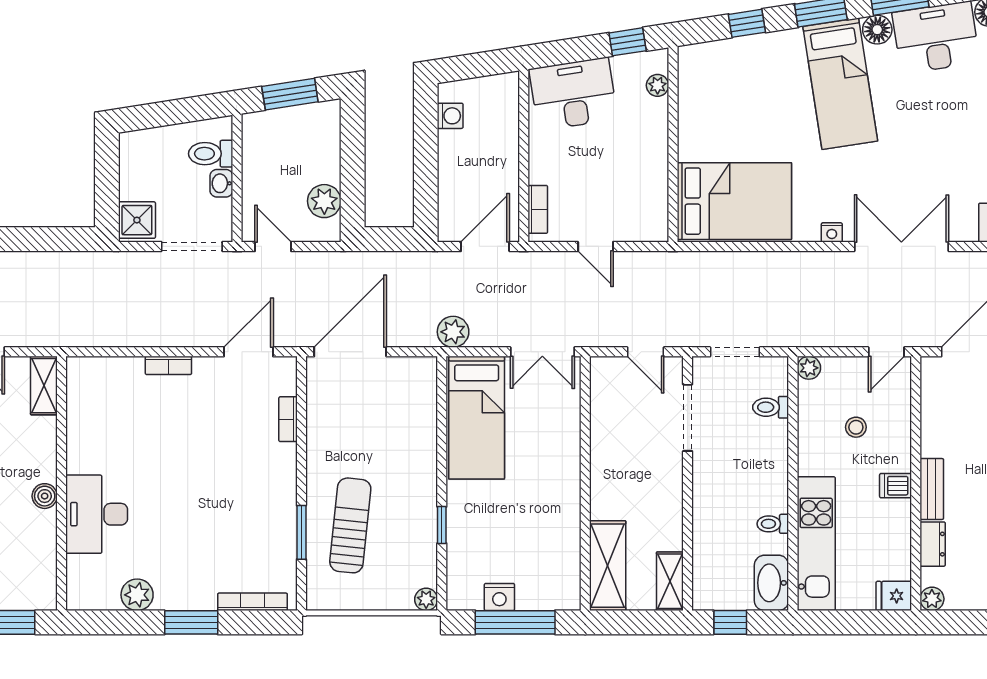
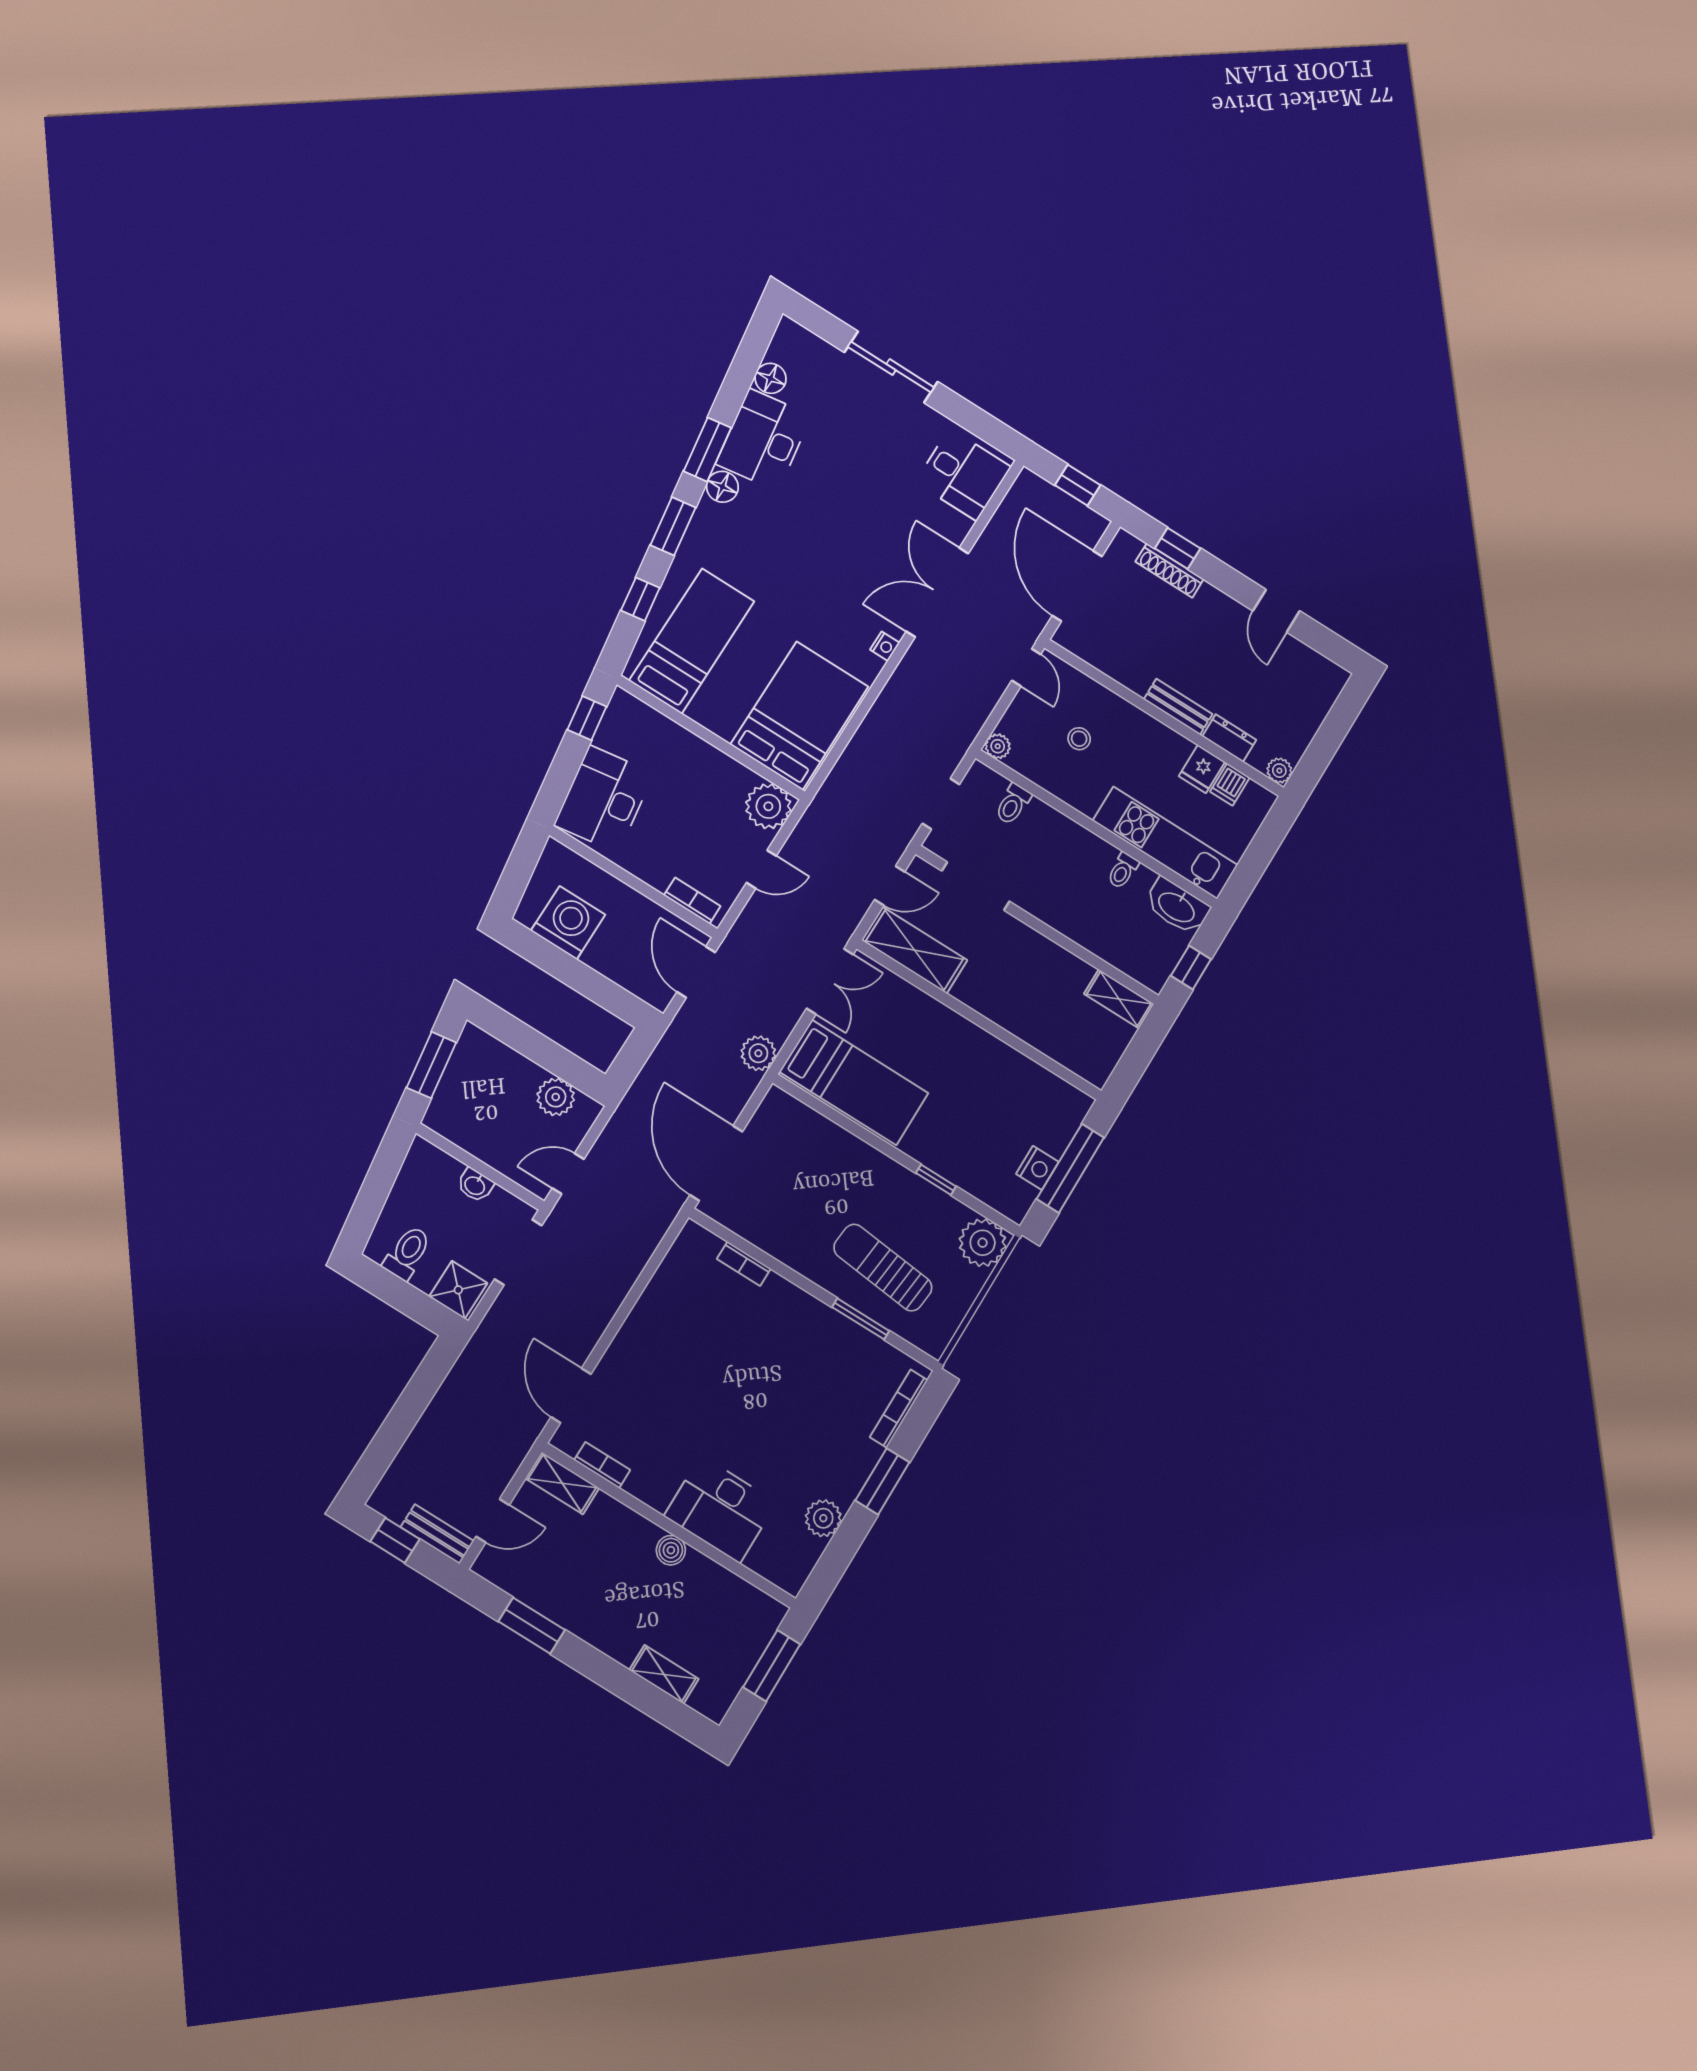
bed: (840, 84) -> (692, 641), moved, turned -81
plant: (658, 85) -> (768, 806), moved, width x1.87, depth x1.87
washing machine: (450, 116) -> (568, 923), width x1.89, depth x1.89
toilet: (211, 154) -> (407, 1253), moved, turned 180
door: (248, 352) -> (571, 1396), moved
bookcase: (168, 365) -> (602, 1465), moved, turned -90
dishwasher: (896, 486) -> (1230, 784), moved
shelving: (608, 566) -> (914, 950), moved
fridge: (894, 596) -> (1202, 769), moved
plant: (426, 599) -> (983, 1243), width x1.87, depth x1.87

